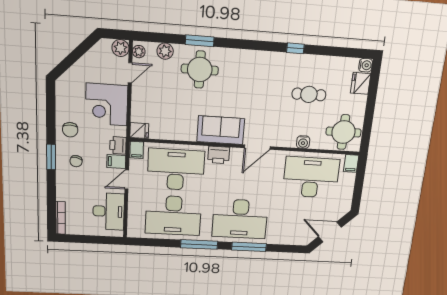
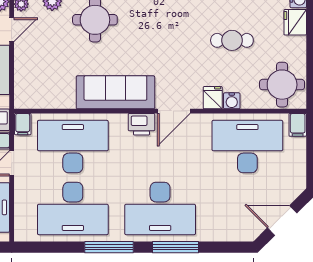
sofa: (221, 130) -> (115, 92), width x1.36
fridge: (139, 131) -> (213, 98), moved, turned -90
printer: (219, 155) -> (141, 124), moved

